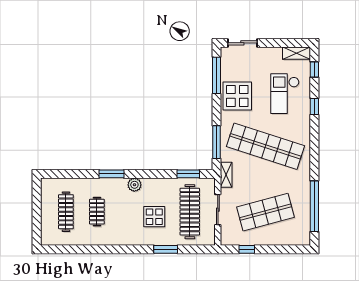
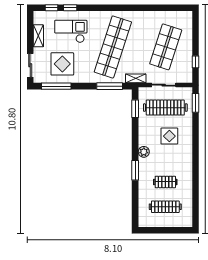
shelving: (297, 53) -> (38, 36), moved
checkout: (285, 94) -> (71, 31), turned 180
display table: (237, 96) -> (62, 64), moved
window: (314, 106) -> (70, 8), moved
window: (314, 206) -> (161, 8), removed
shop shelf: (265, 212) -> (166, 47), turned 33
window: (166, 249) -> (196, 103), moved

